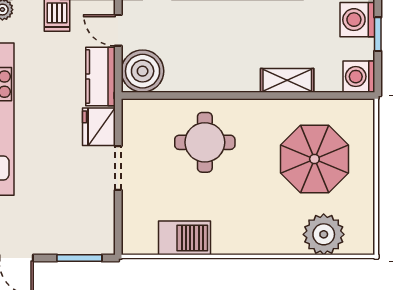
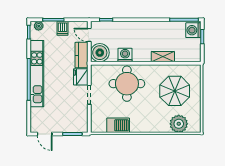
washing machine: (359, 77) -> (125, 55), moved, turned 90
round table: (205, 142) -> (127, 84), width x1.36, depth x1.36

